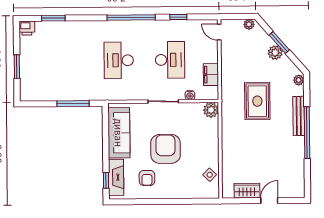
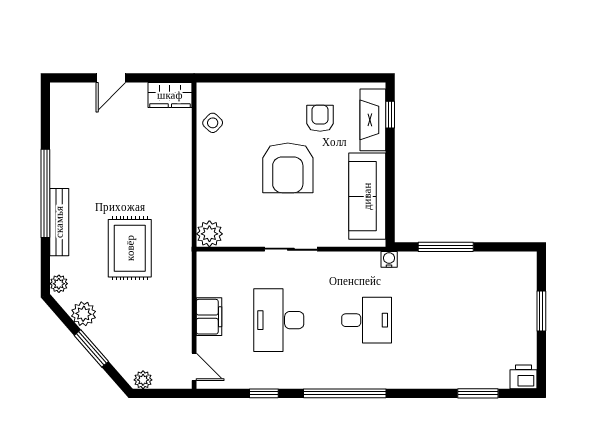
plant: (275, 53) -> (84, 314), moved
desk: (119, 60) -> (367, 320), width x0.73
filing cabinet: (211, 75) -> (209, 317), moved
water cooler: (190, 95) -> (389, 259), moved
wardrobe: (247, 191) -> (170, 95), moved

